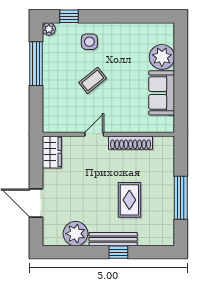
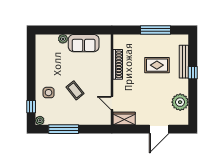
plant: (162, 57) -> (63, 39), width x0.53, depth x0.53
door: (94, 134) -> (112, 103), moved
bench: (113, 239) -> (184, 62), moved

